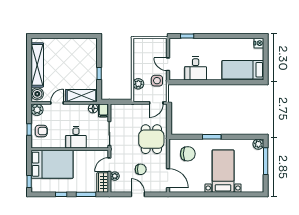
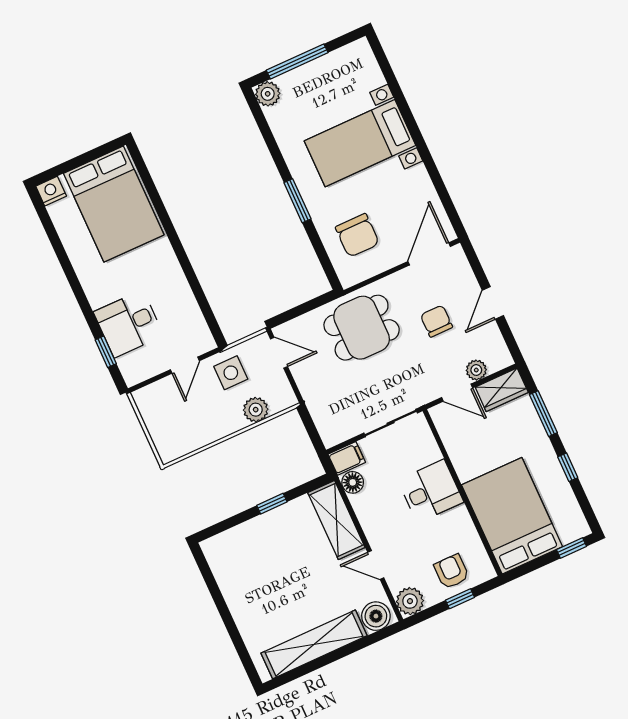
desk: (196, 69) -> (128, 324), moved, turned 180
bed: (243, 70) -> (114, 204), width x1.50
chair: (188, 154) -> (357, 235), turned 180

